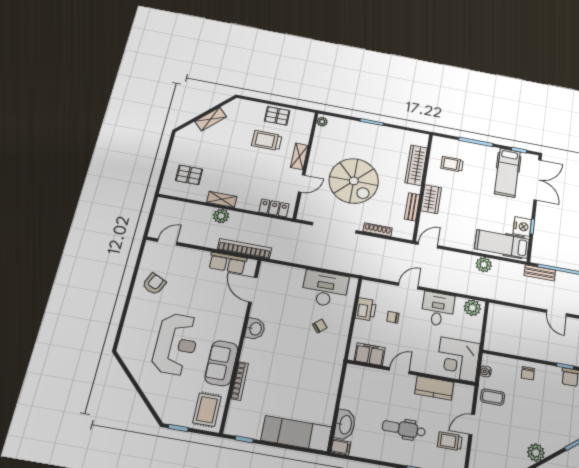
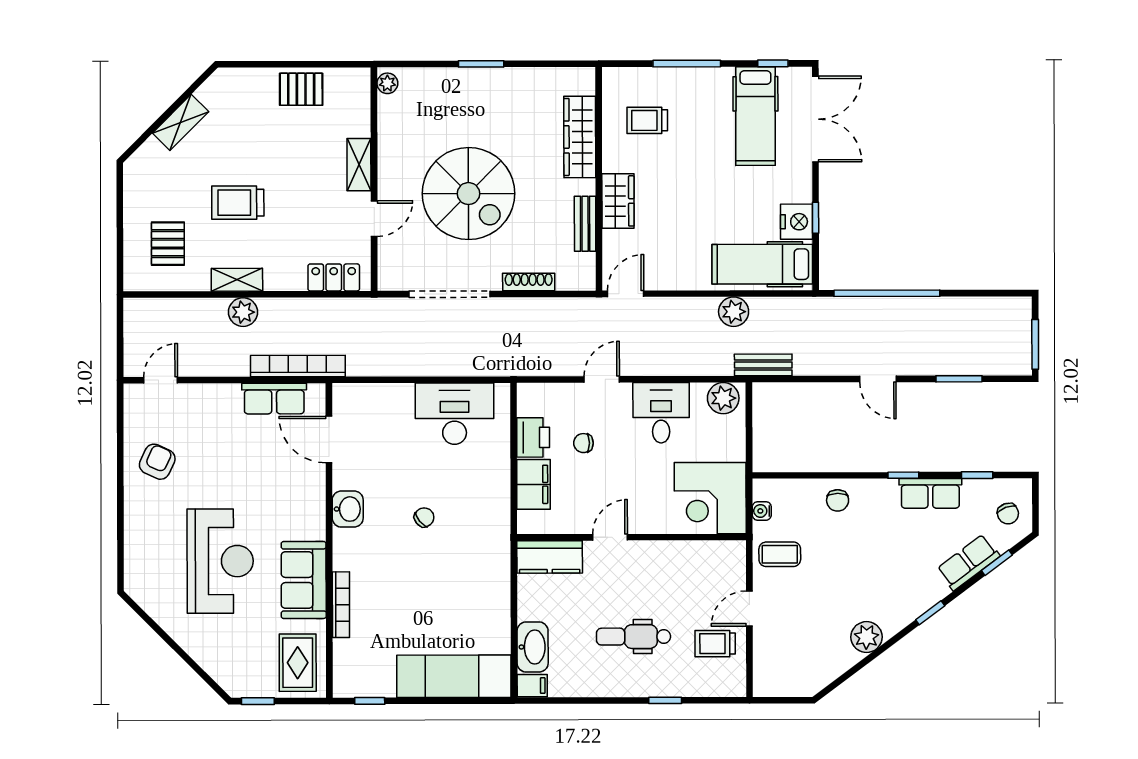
trolley: (267, 140) -> (238, 203), moved
pallet: (189, 175) -> (168, 244), turned 90
bench: (540, 273) -> (763, 365), moved
chair: (320, 326) -> (424, 517), moved
filing cabinet: (370, 354) -> (534, 484), moved, turned 90
kitchen counter: (434, 388) -> (550, 557), moved

